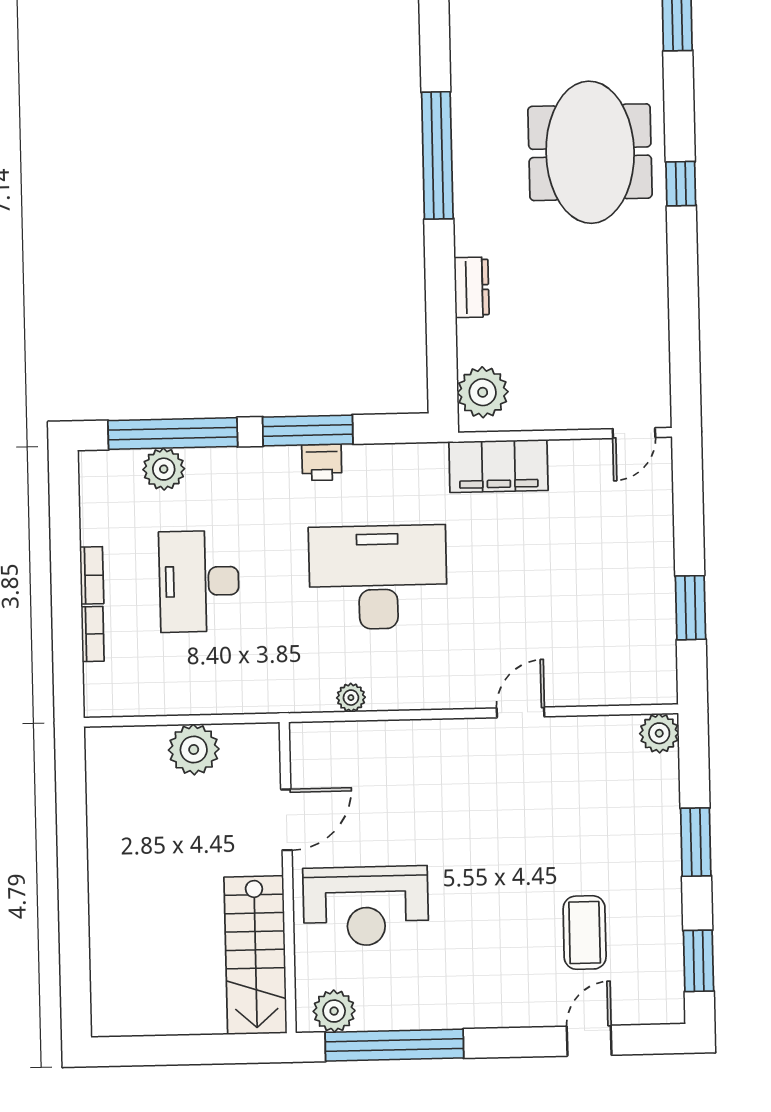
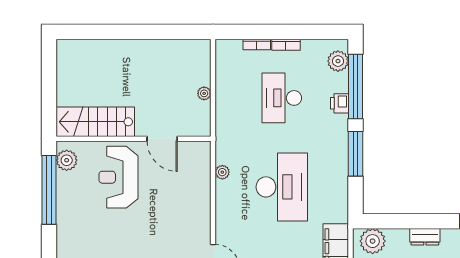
printer: (322, 462) -> (340, 103), moved
plant: (164, 469) -> (338, 61), moved
desk: (199, 581) -> (282, 98), turned -90
plant: (194, 749) -> (204, 93), width x0.53, depth x0.53

